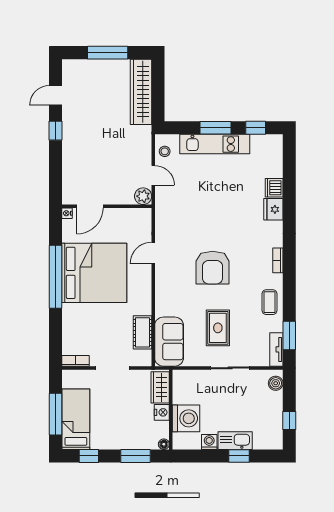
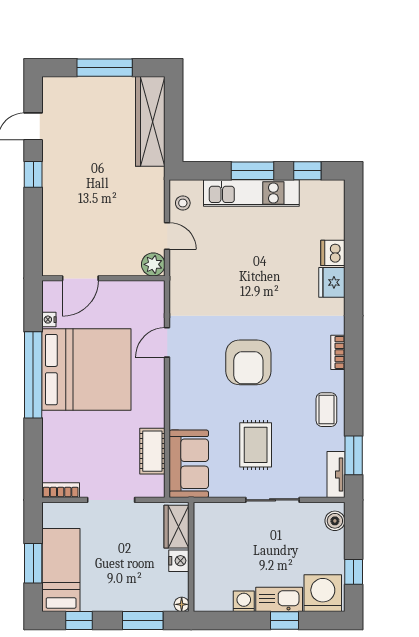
nightstand: (67, 213) -> (49, 320), moved
window: (56, 414) -> (33, 563), width x0.69
washing machine: (186, 418) -> (323, 593), moved, turned -90

